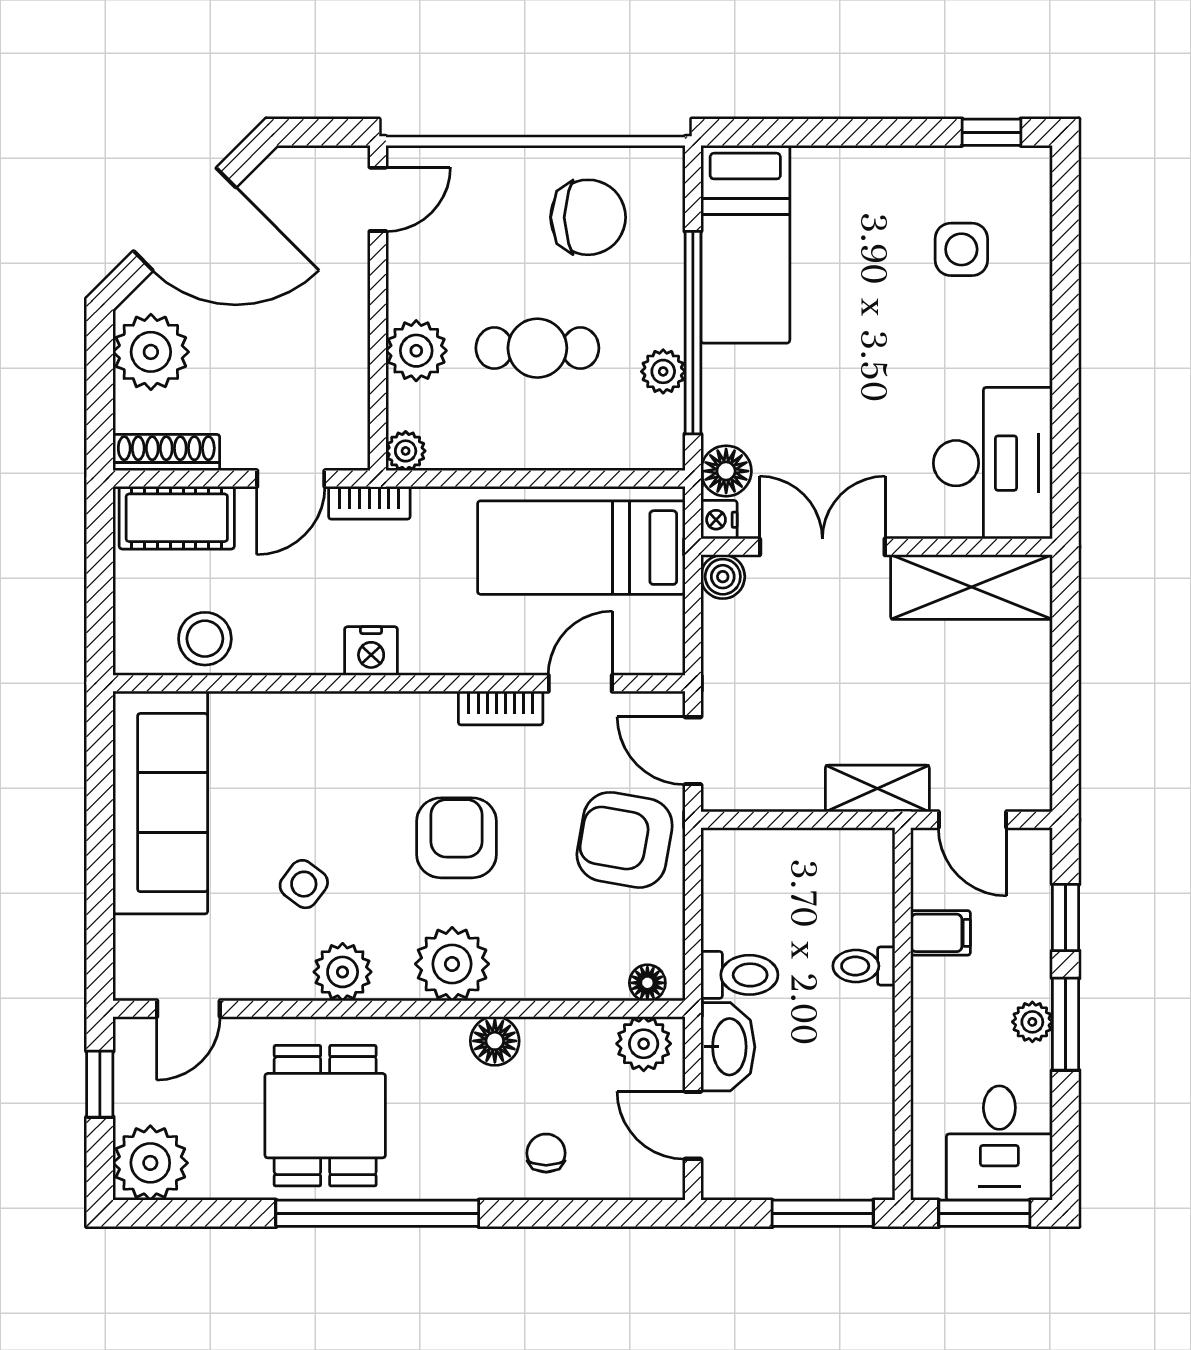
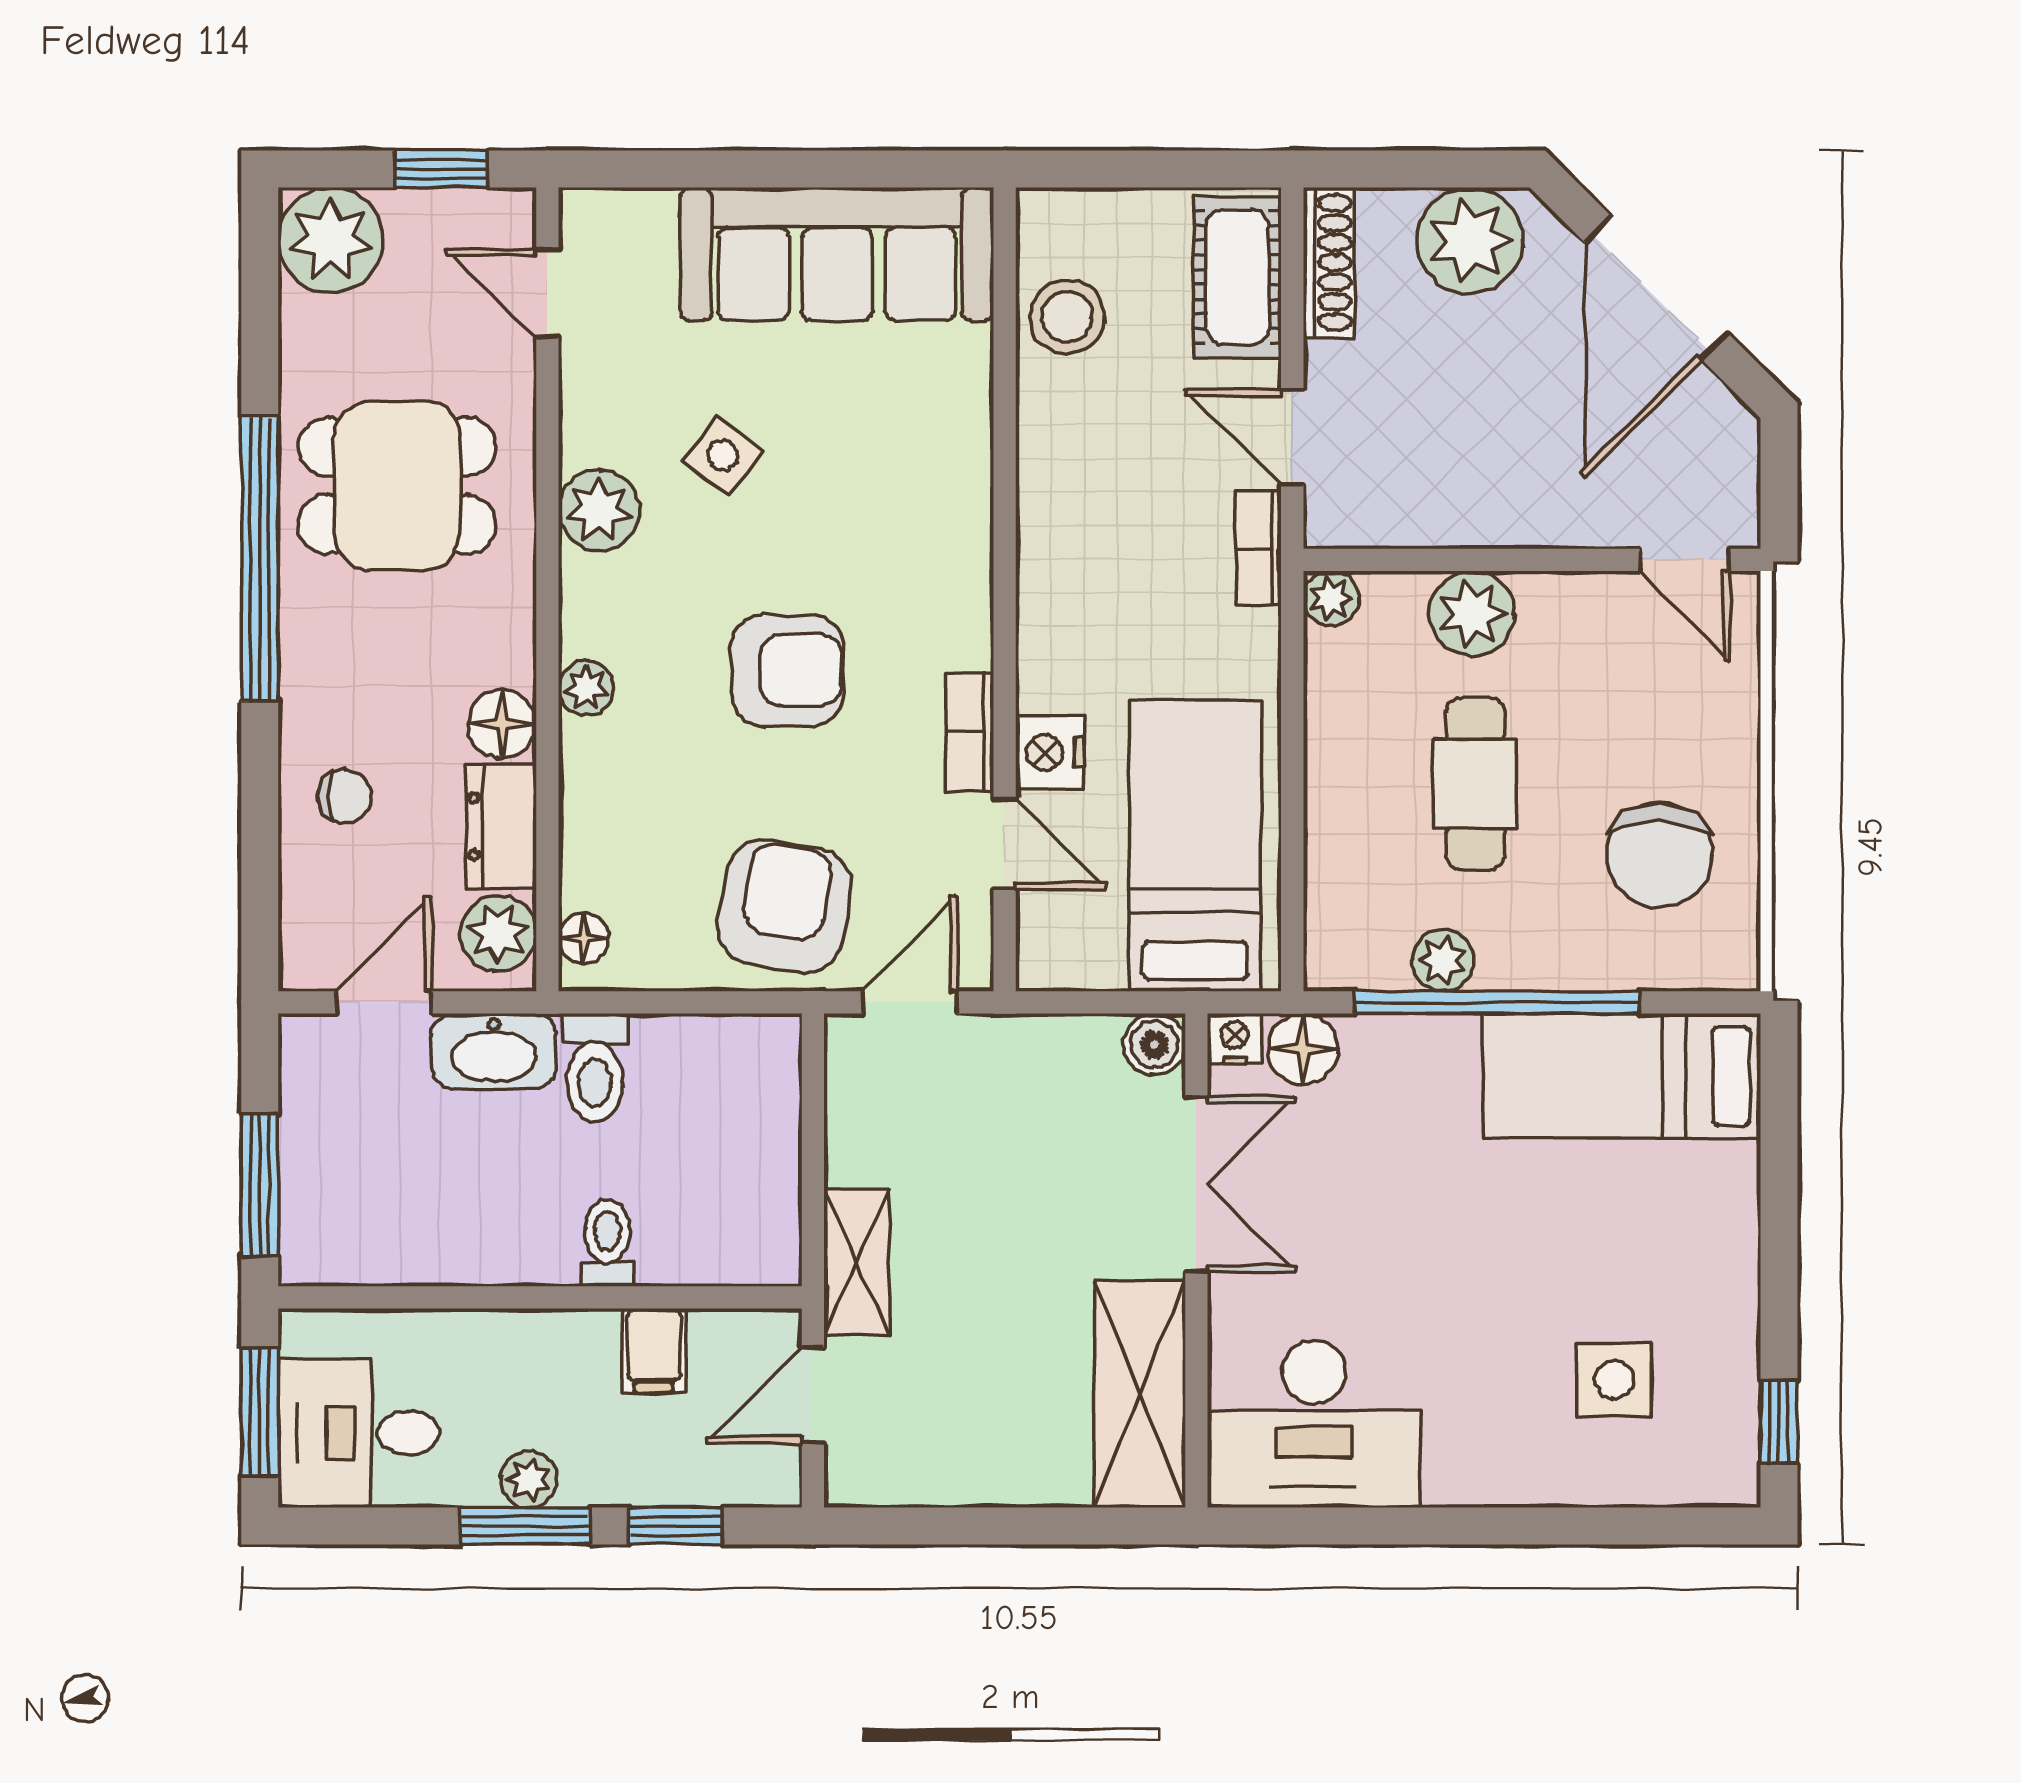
nightstand: (371, 651) -> (1050, 752), moved
plant: (452, 964) -> (586, 688), width x0.53, depth x0.53
dresser: (568, 1042) -> (501, 827), added

